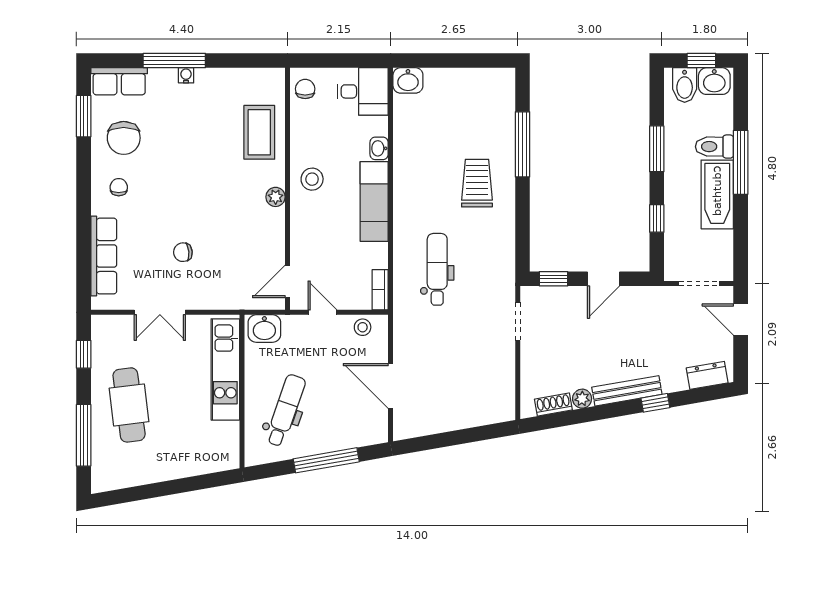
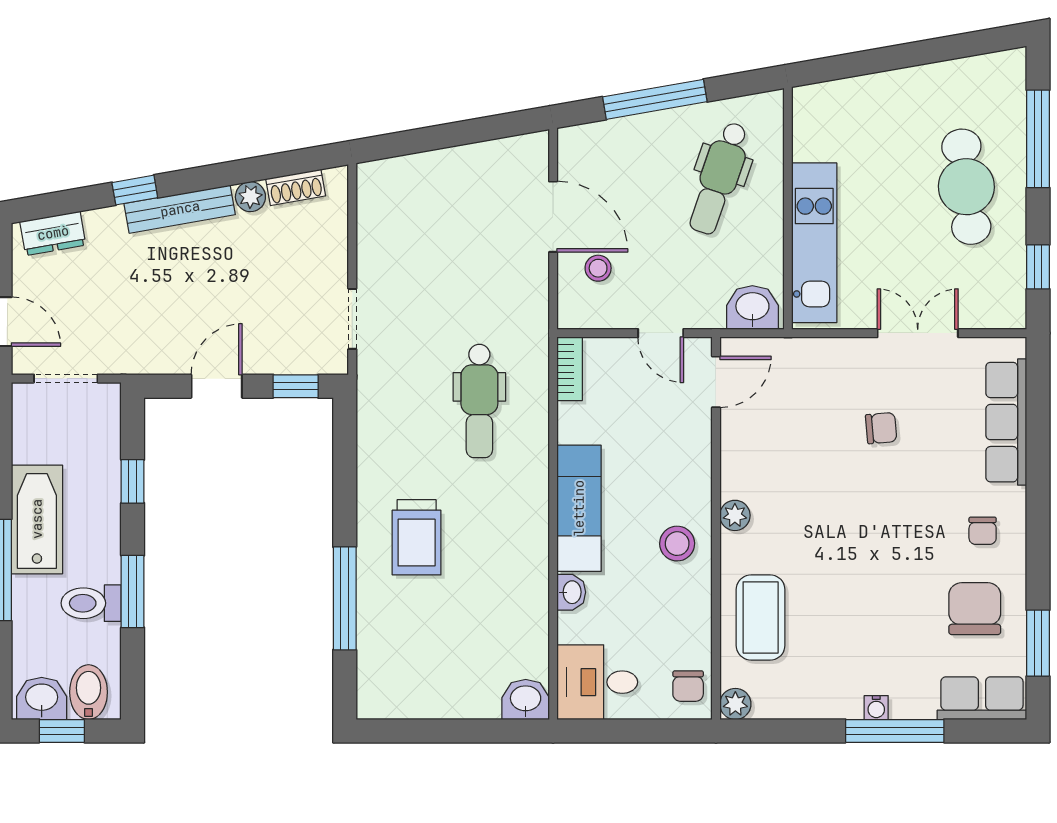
plant: (275, 78) -> (735, 704), added
toilet: (714, 147) -> (91, 603), moved, turned 180
stool: (363, 327) -> (598, 268), moved

